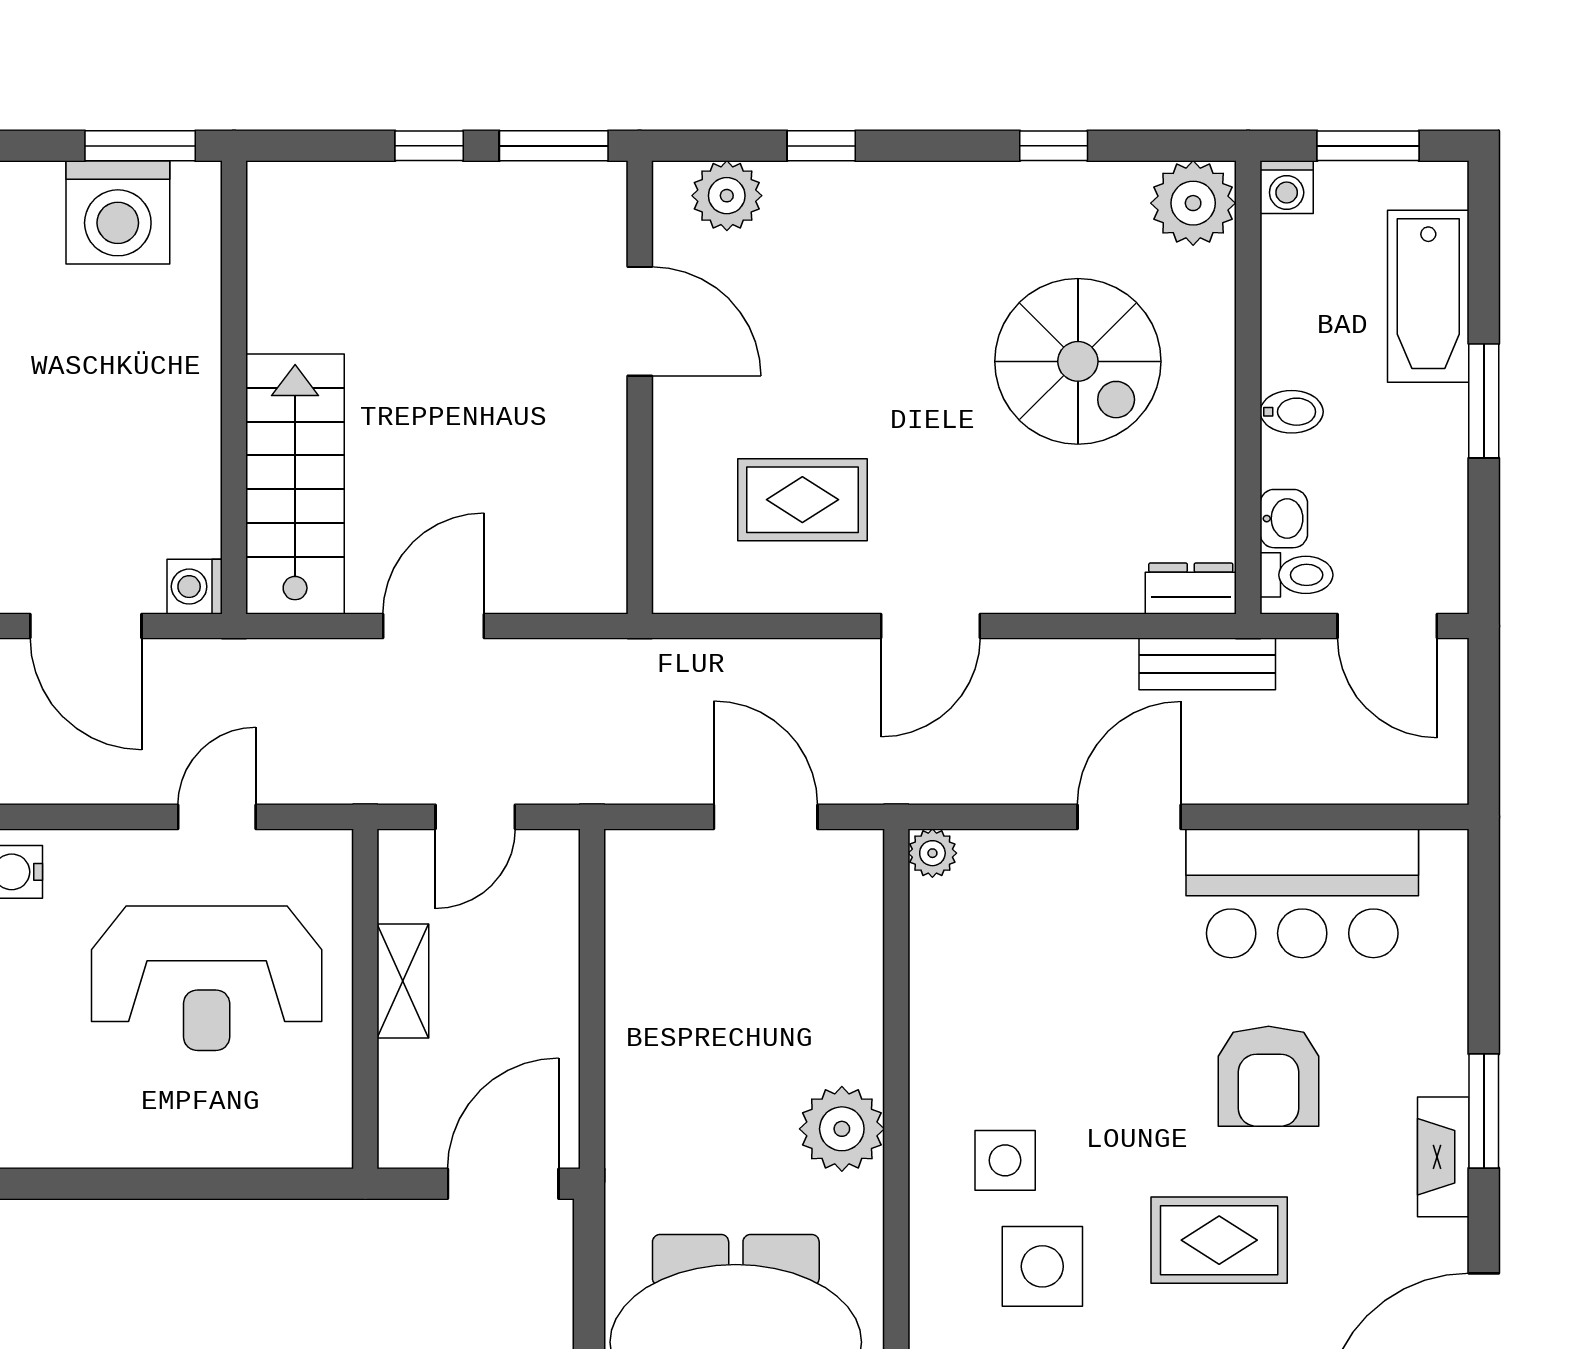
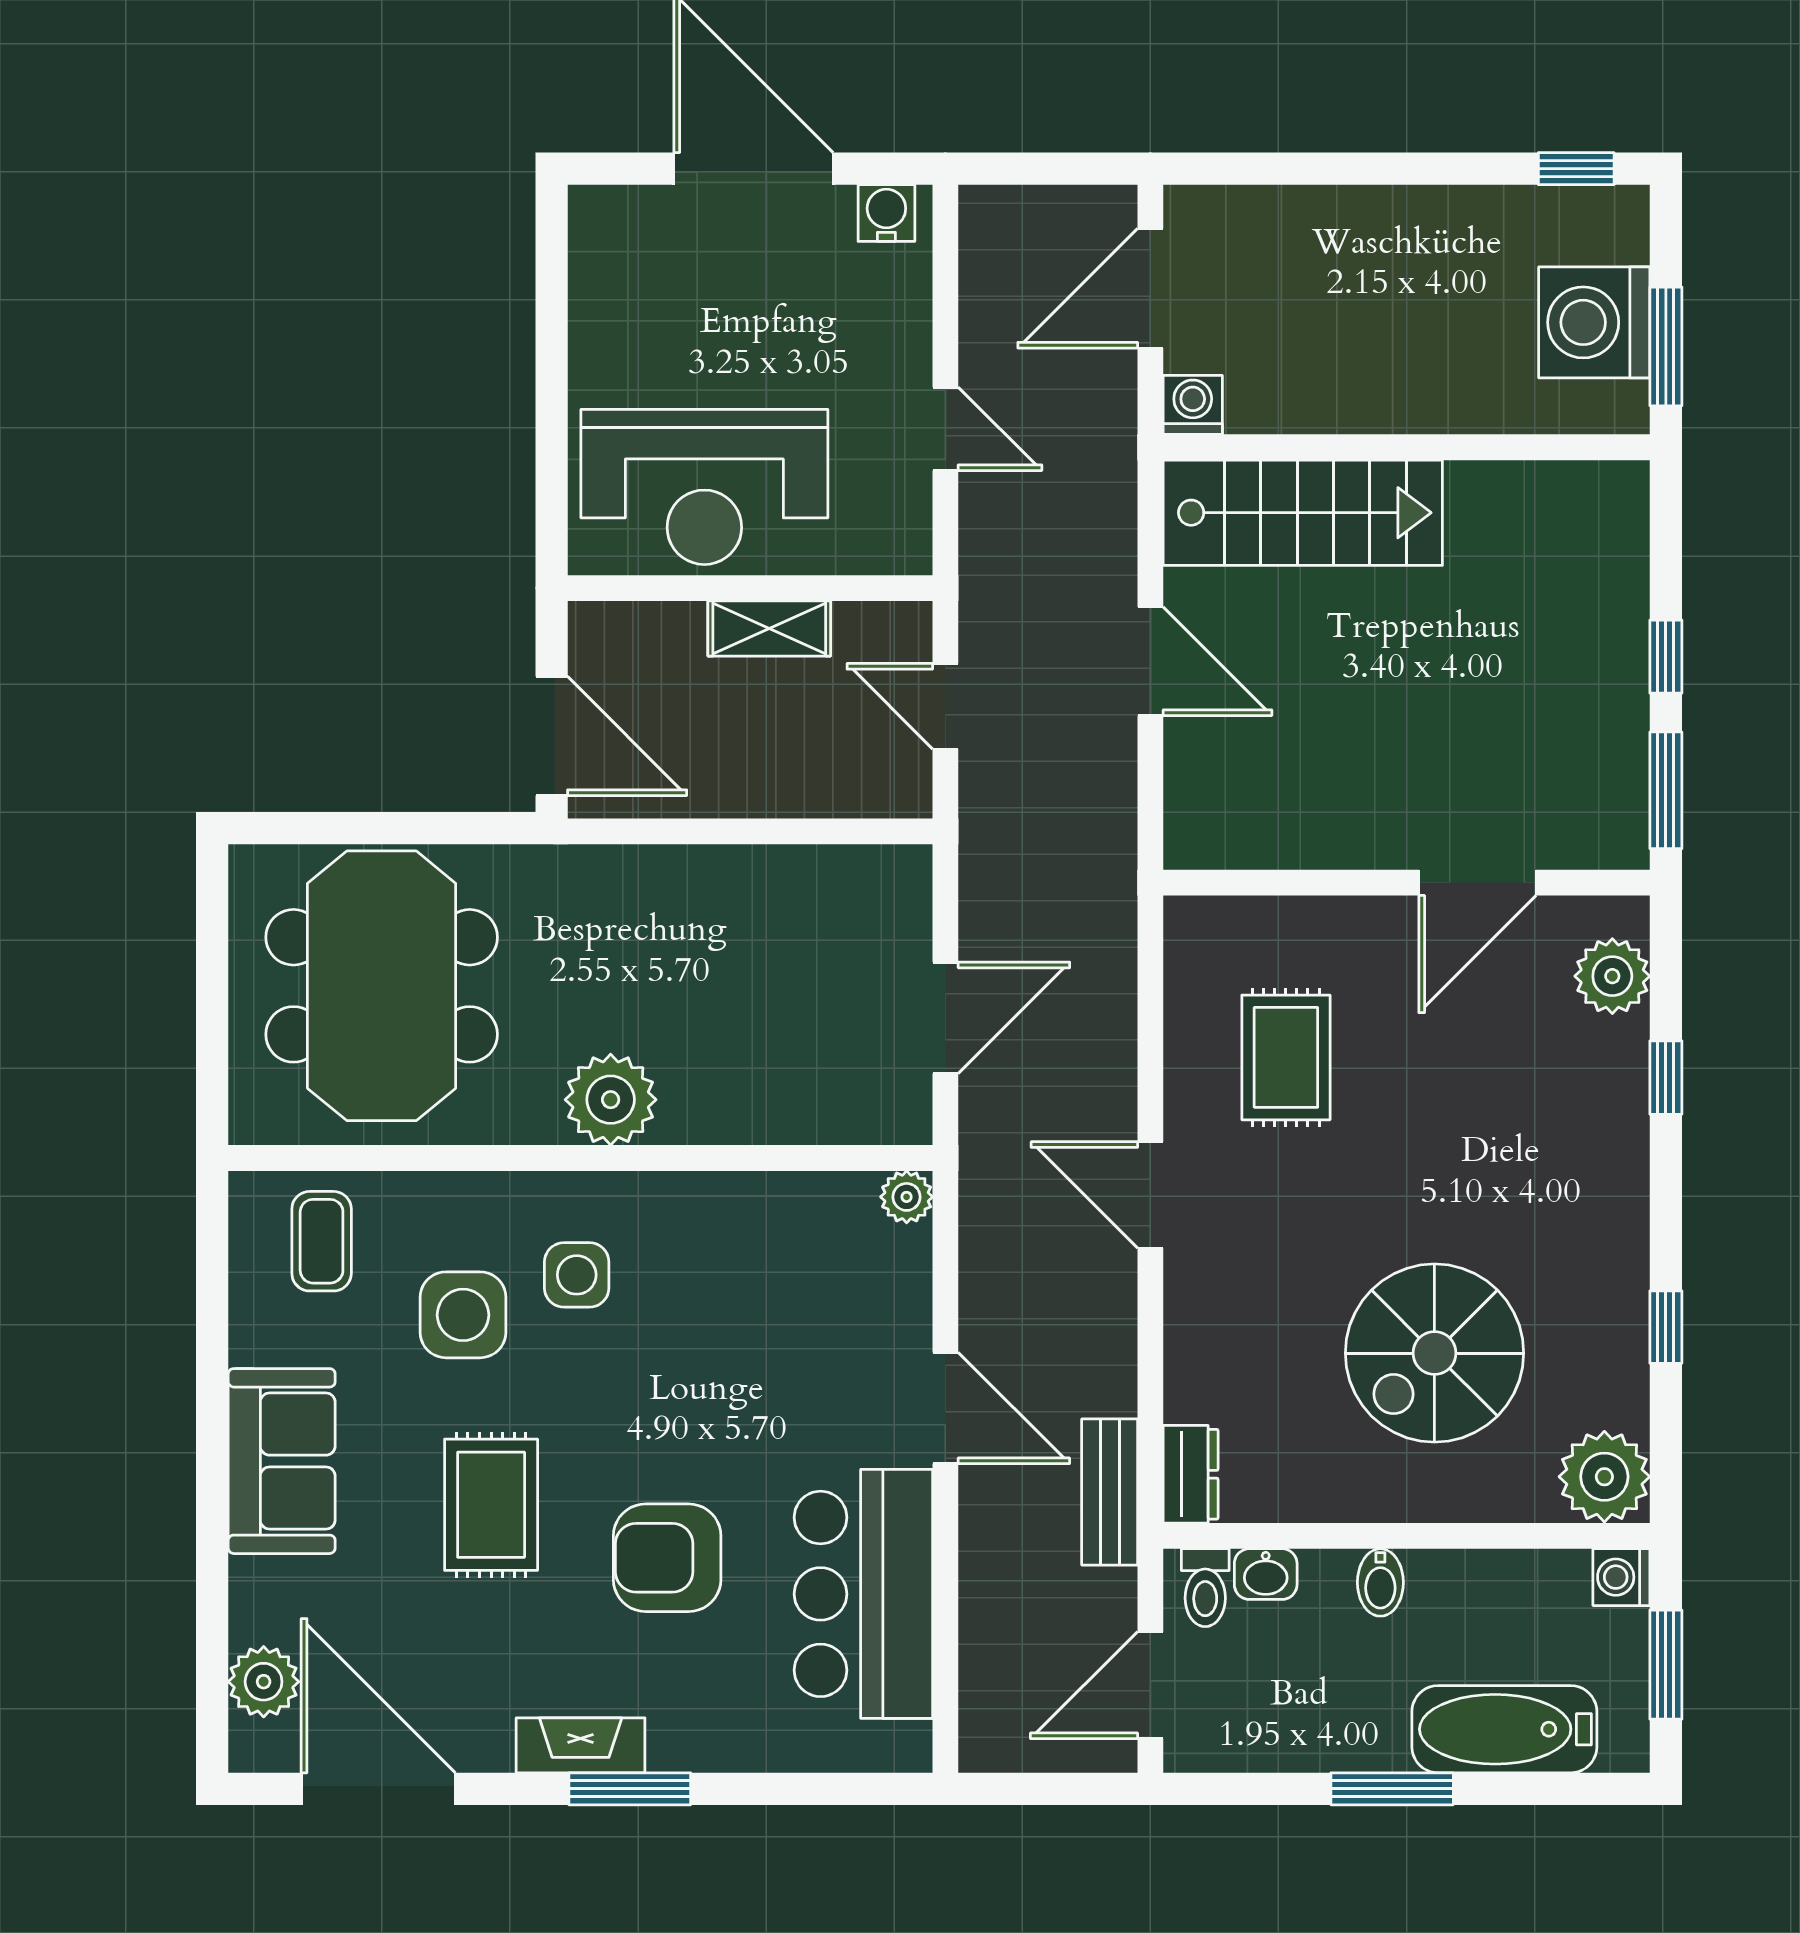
reception desk: (207, 978) -> (704, 487), moved, turned -90

